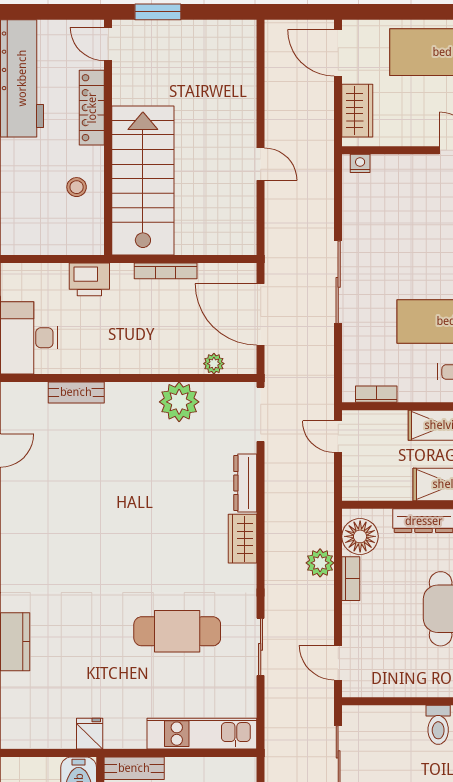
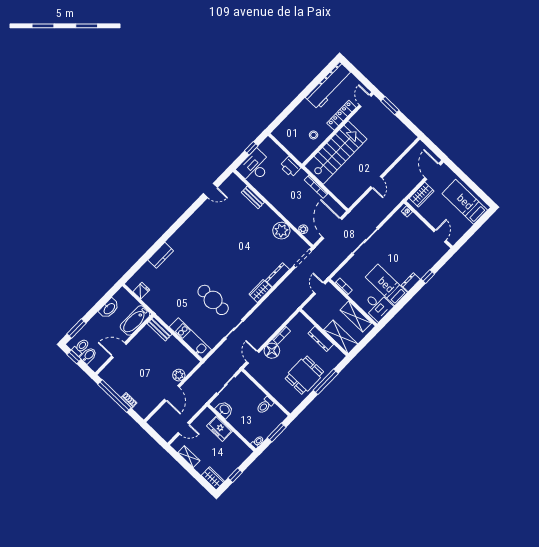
floor lamp: (360, 536) -> (272, 351), moved
plant: (320, 563) -> (277, 321), removed
fridge: (90, 734) -> (141, 291), moved

